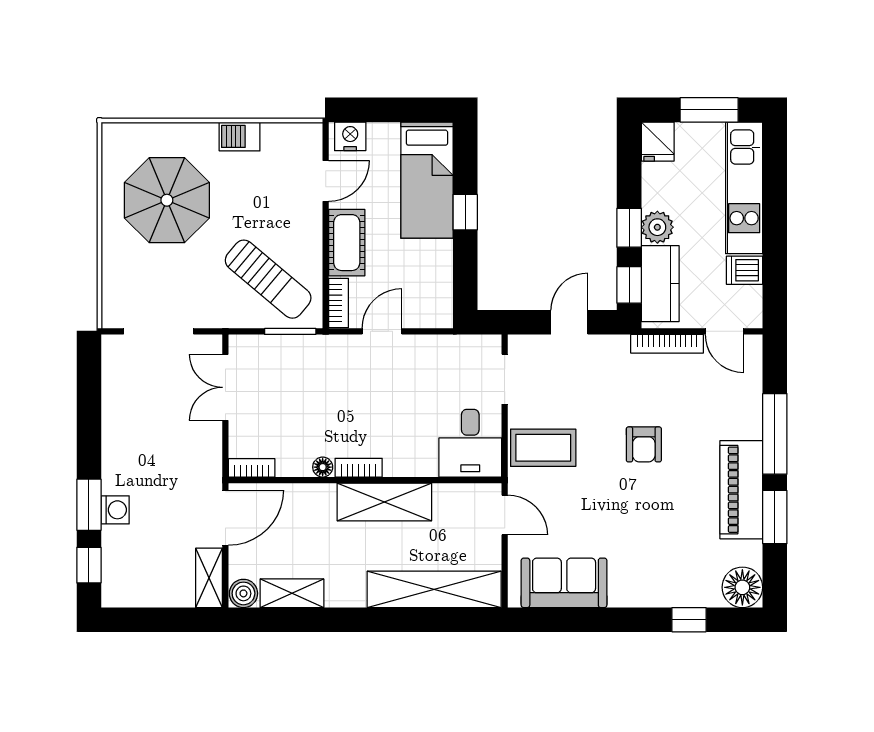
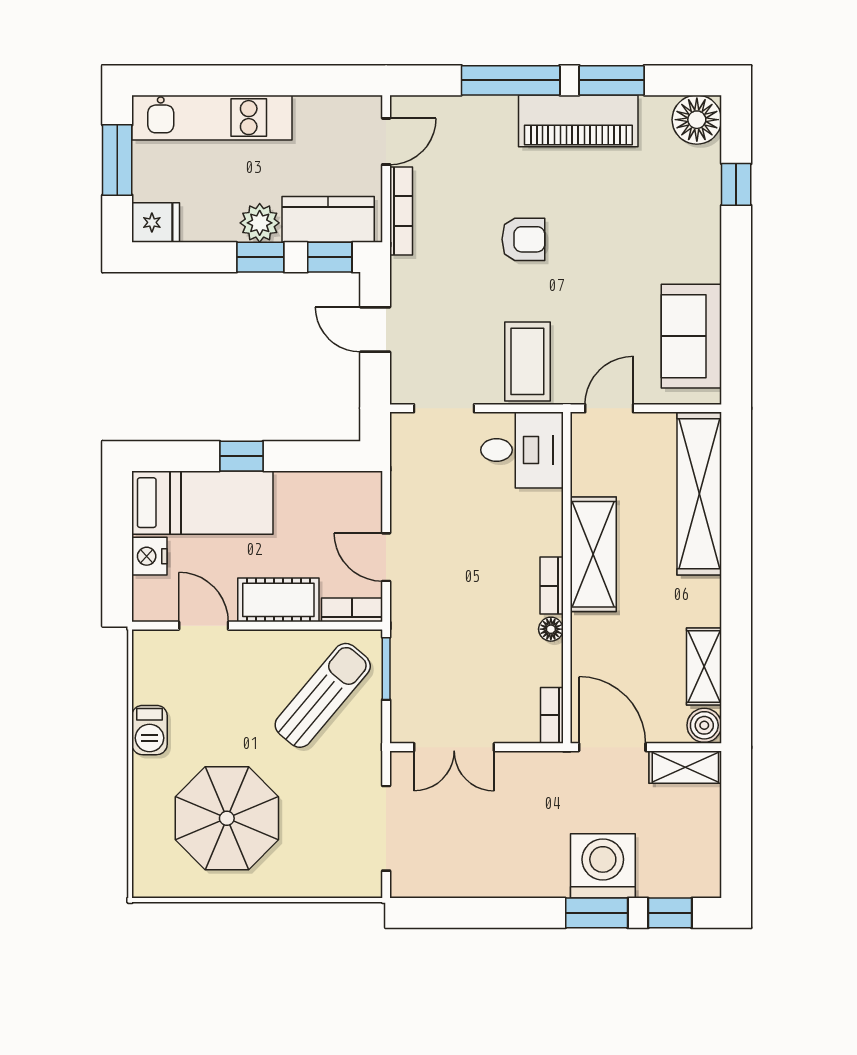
nightstand: (350, 136) -> (149, 556), moved
dishwasher: (744, 270) -> (312, 117), removed
washing machine: (115, 510) -> (603, 866), width x1.89, depth x1.89

